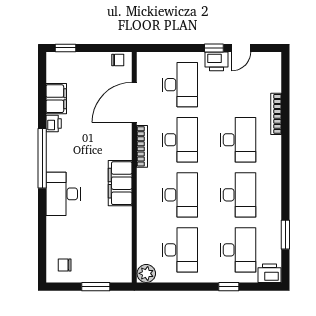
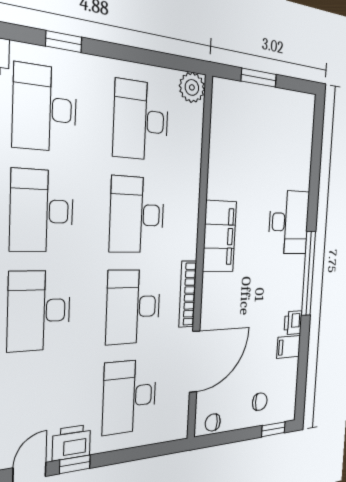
filing cabinet: (56, 99) -> (289, 347), width x0.50
chair: (65, 265) -> (260, 402), moved

